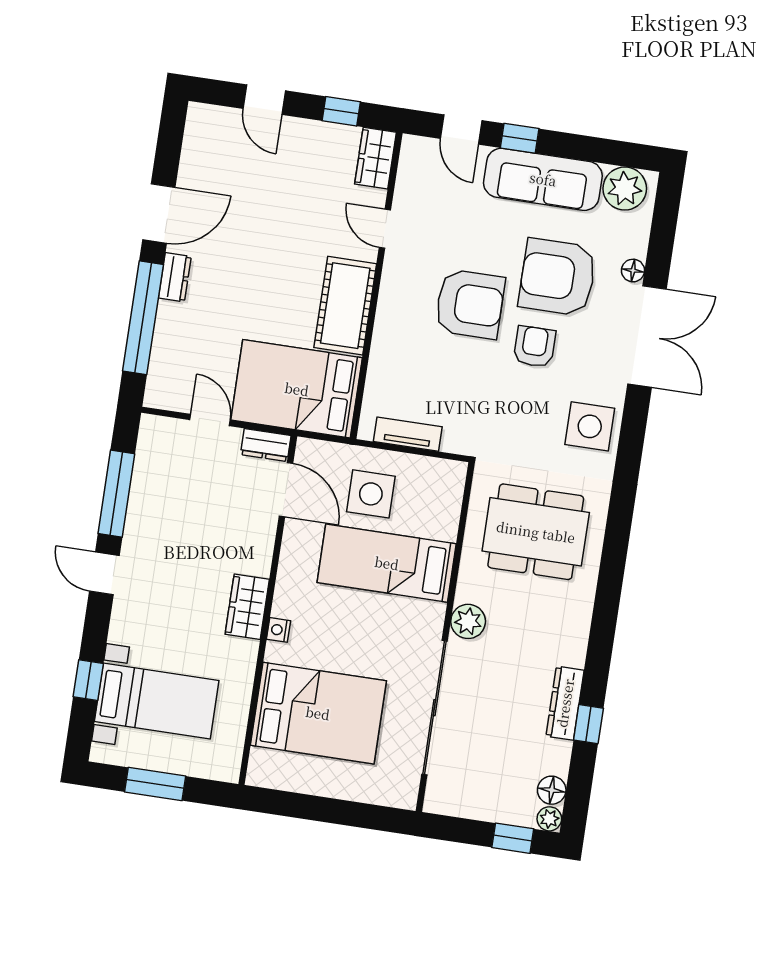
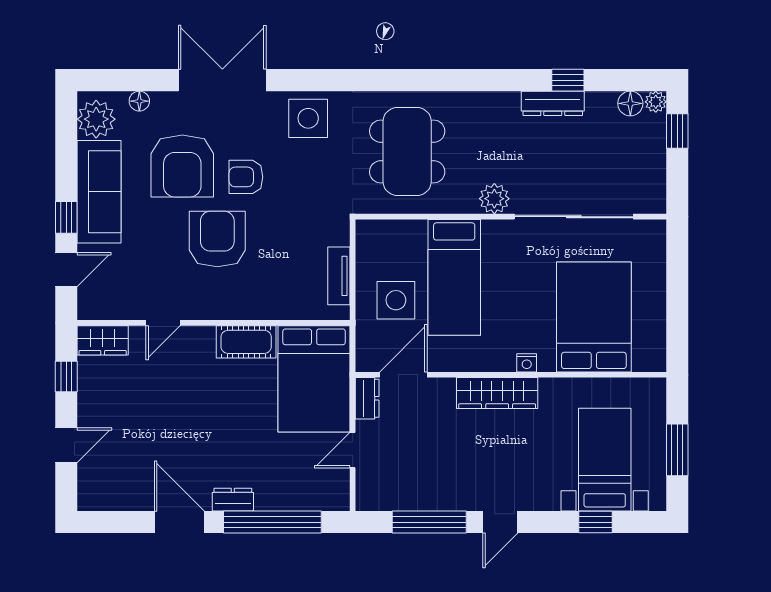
floor lamp: (633, 271) -> (139, 101), moved
cot: (345, 306) -> (246, 342), width x0.73, depth x0.75
wardrobe: (247, 607) -> (497, 393), width x1.50

